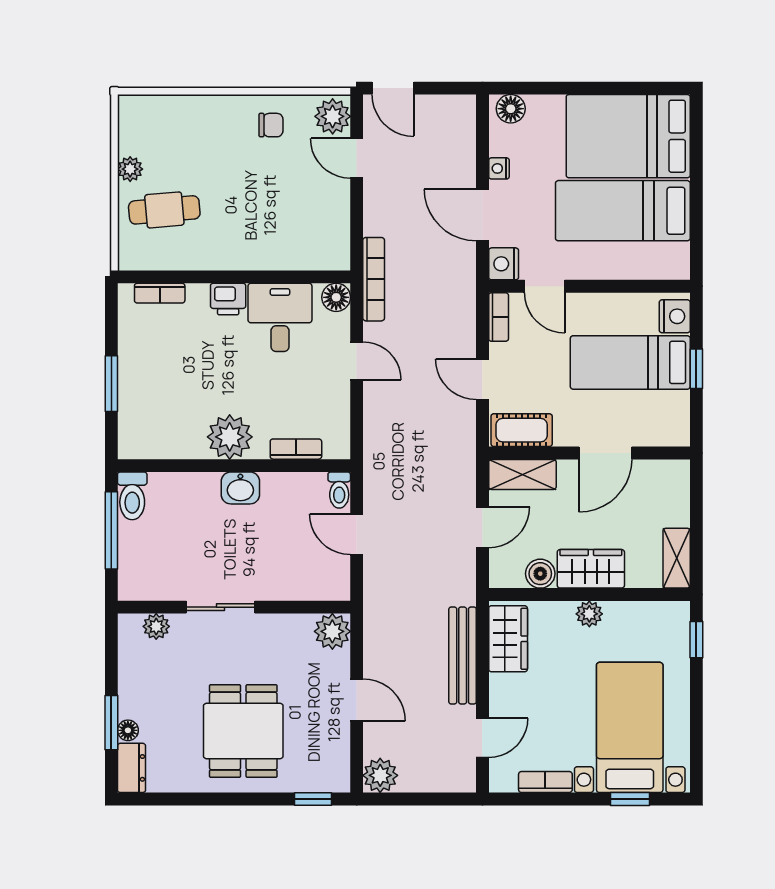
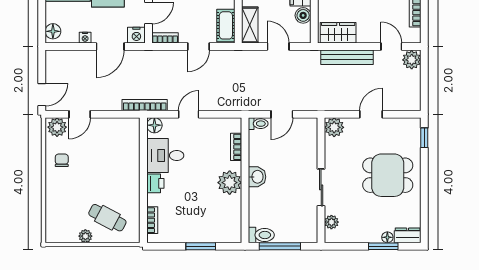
cafe table: (164, 210) -> (107, 218), turned -57
plant: (380, 775) -> (412, 60), moved

